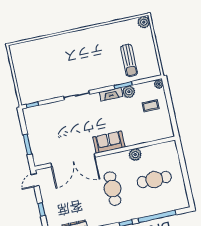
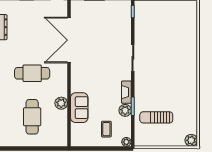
sofa: (109, 142) -> (79, 108), moved

